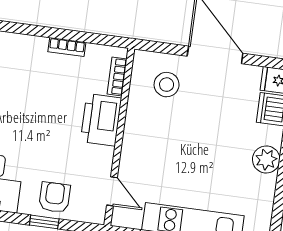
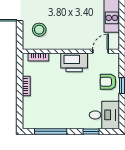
printer: (101, 120) -> (74, 62), moved

